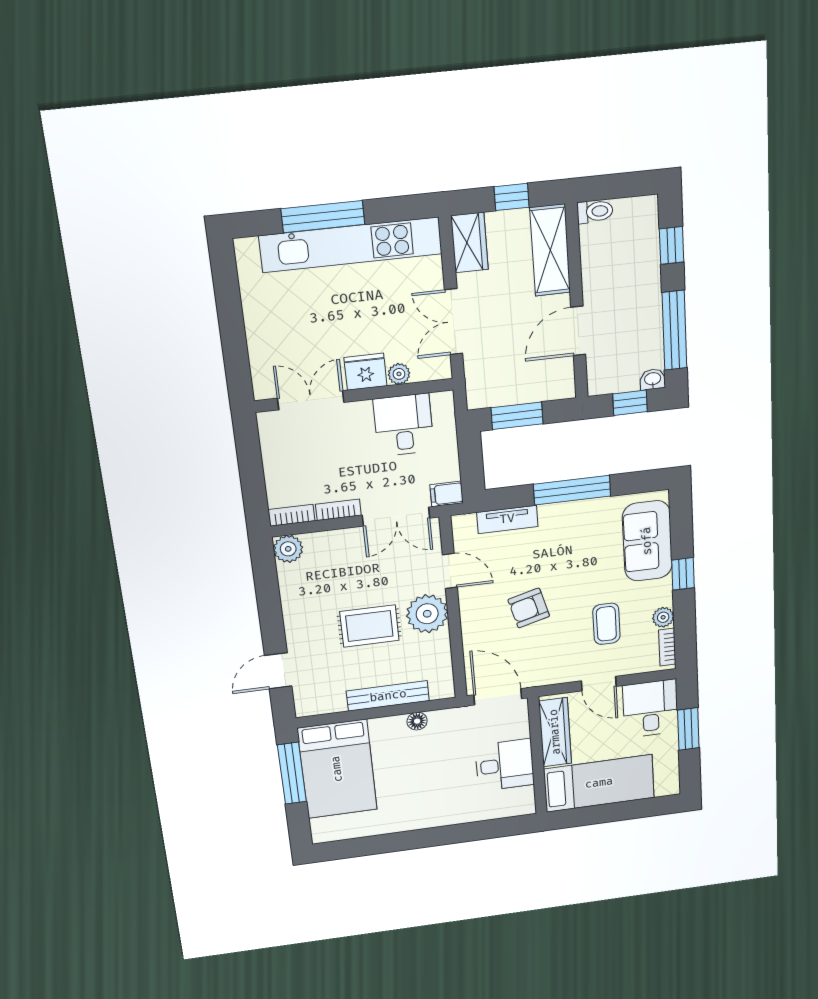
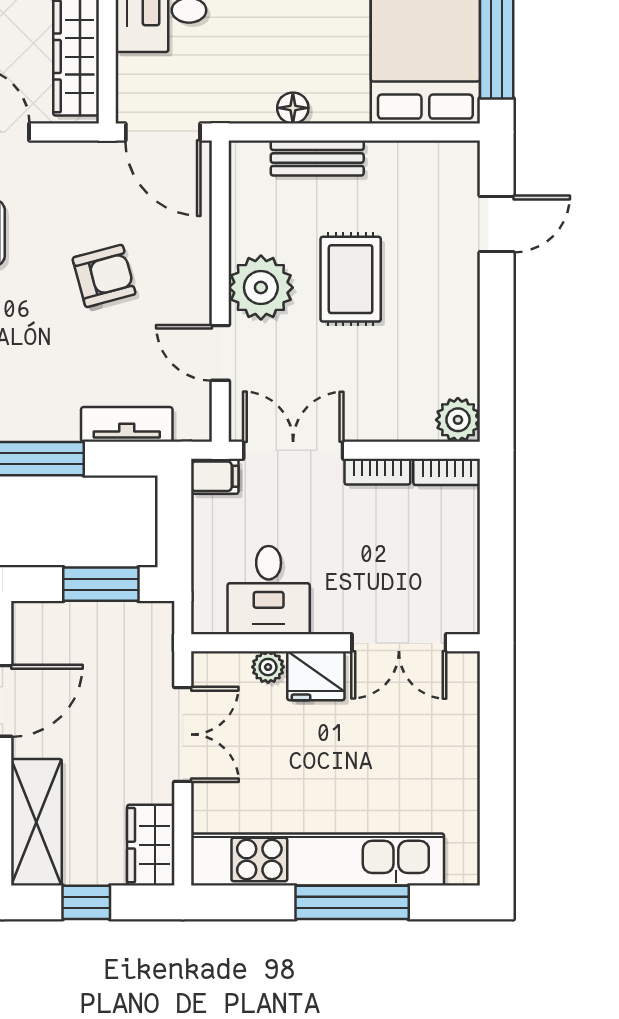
rug: (369, 626) -> (351, 279), turned 90
bench: (388, 696) -> (317, 158), width x0.73

